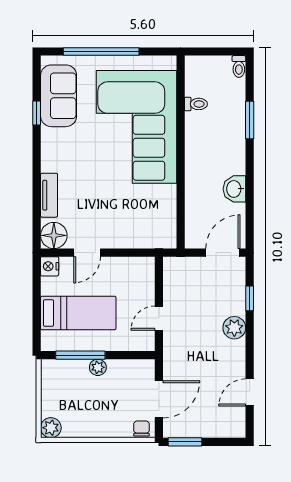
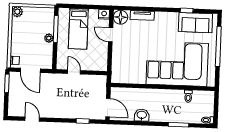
plant: (234, 328) -> (67, 112), removed

